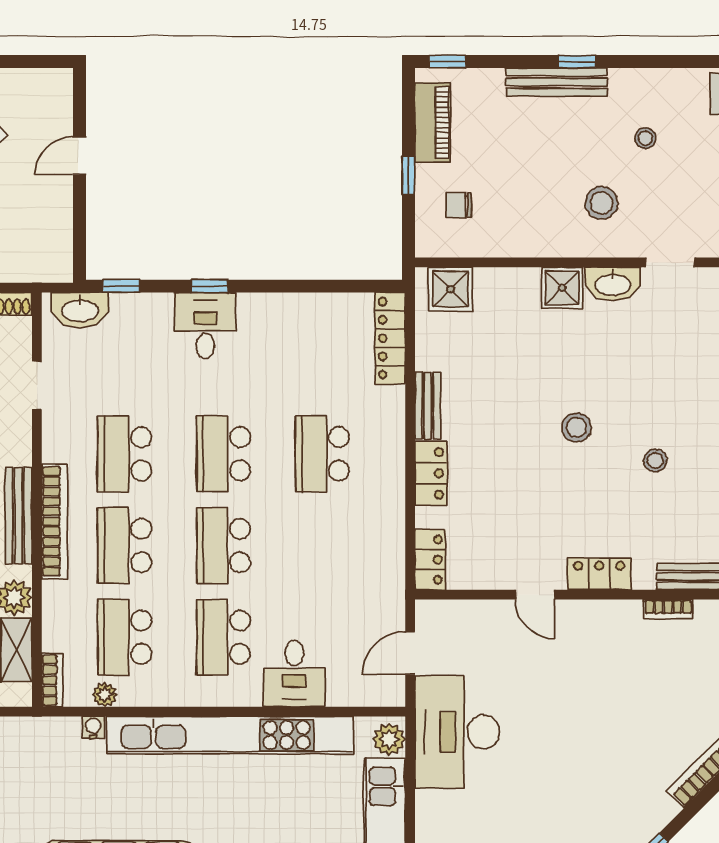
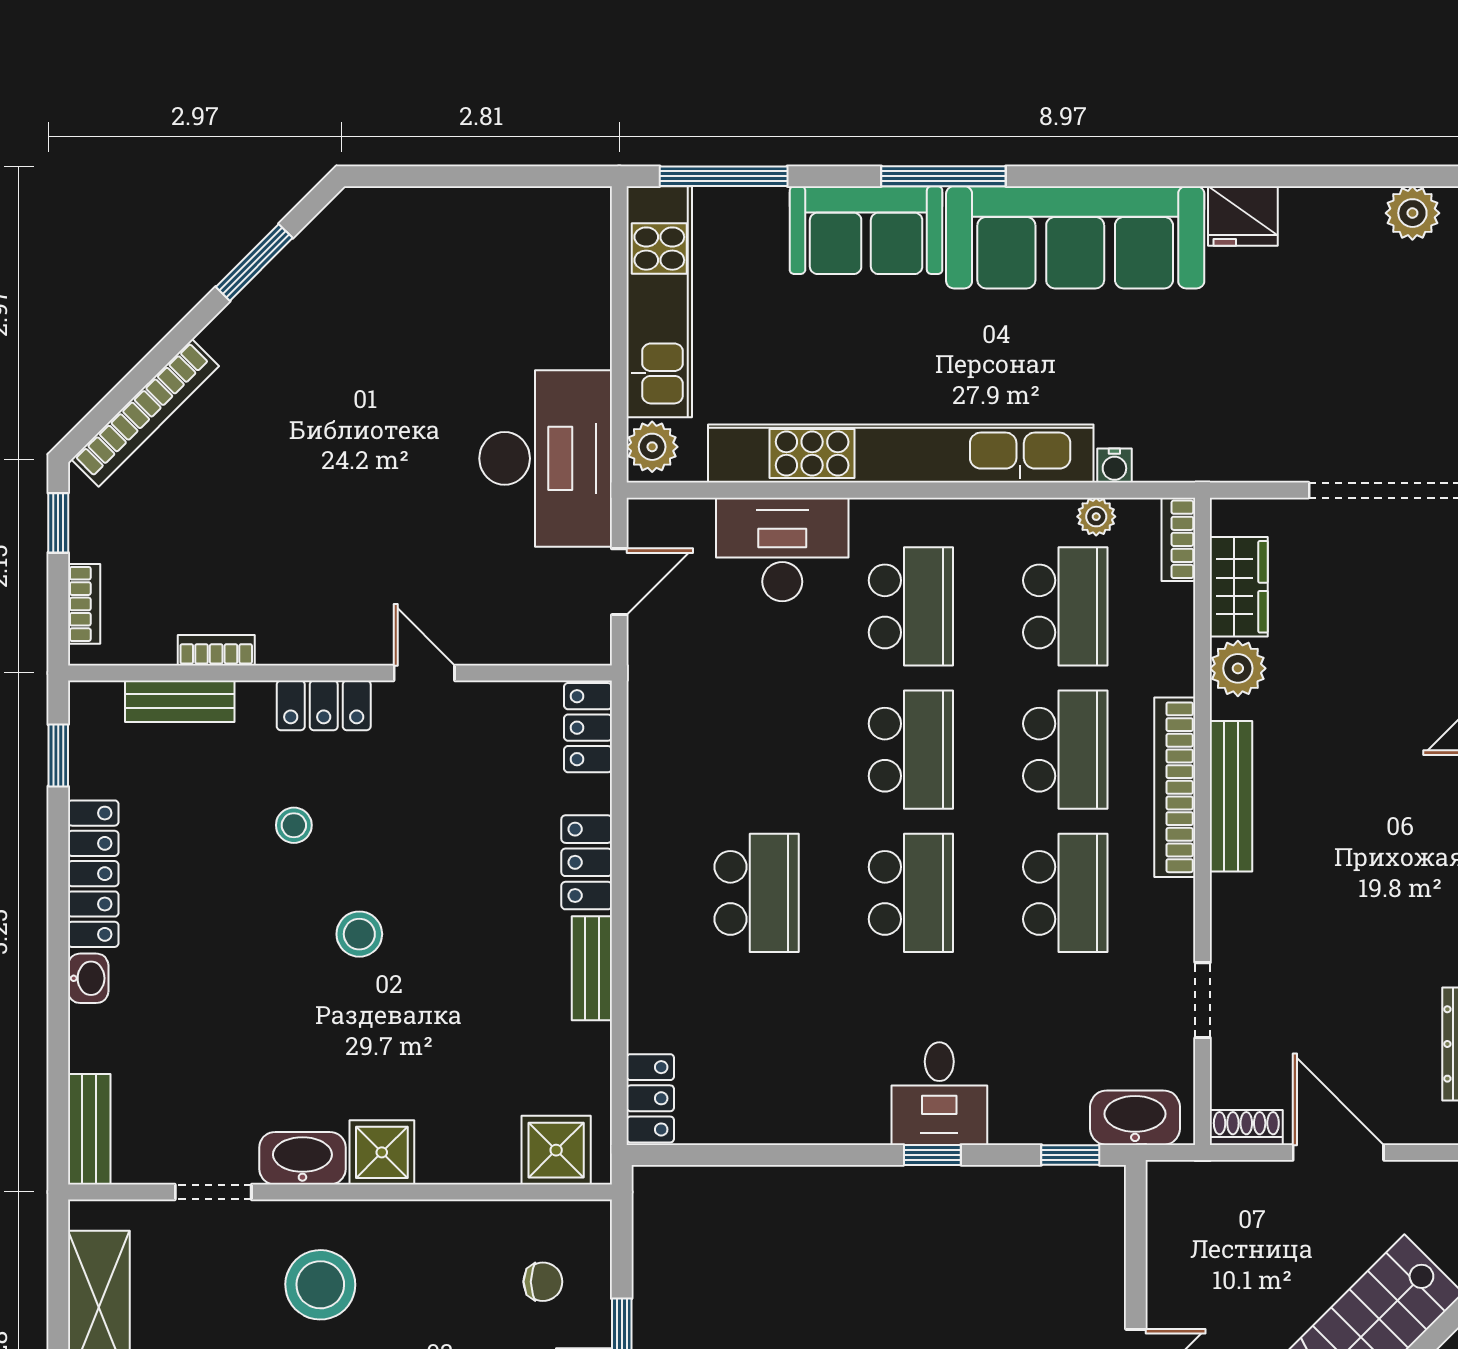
stool: (601, 203) -> (320, 1285), width x1.38, depth x1.38
locker: (390, 338) -> (650, 1098), width x0.66
stool: (655, 460) -> (294, 825), moved
desk: (294, 674) -> (782, 549), width x1.37

